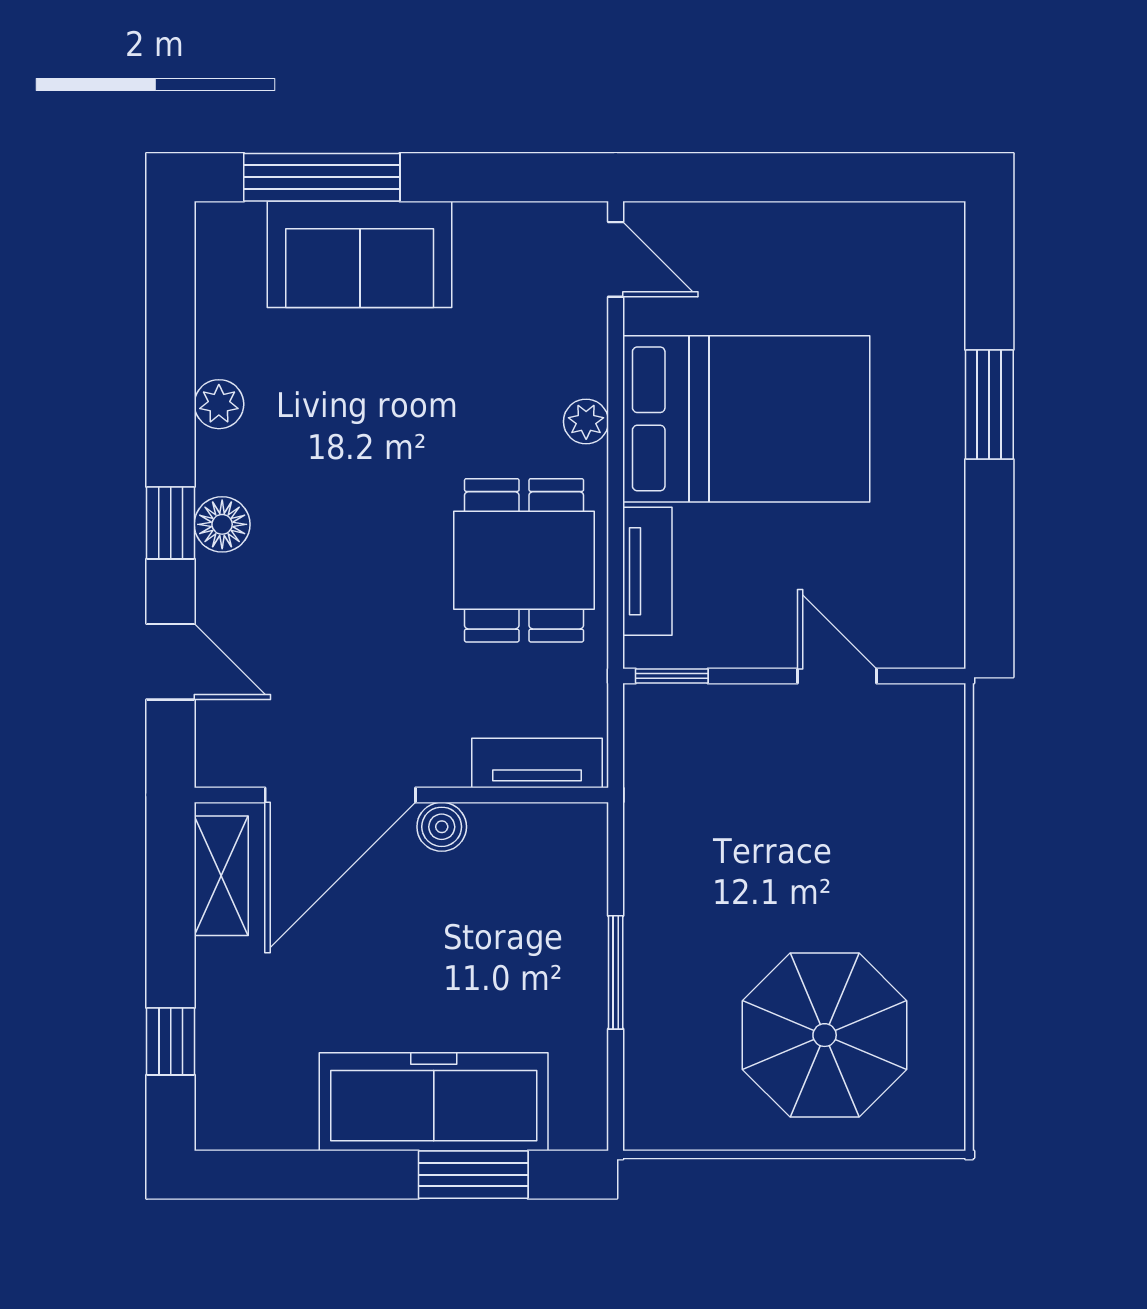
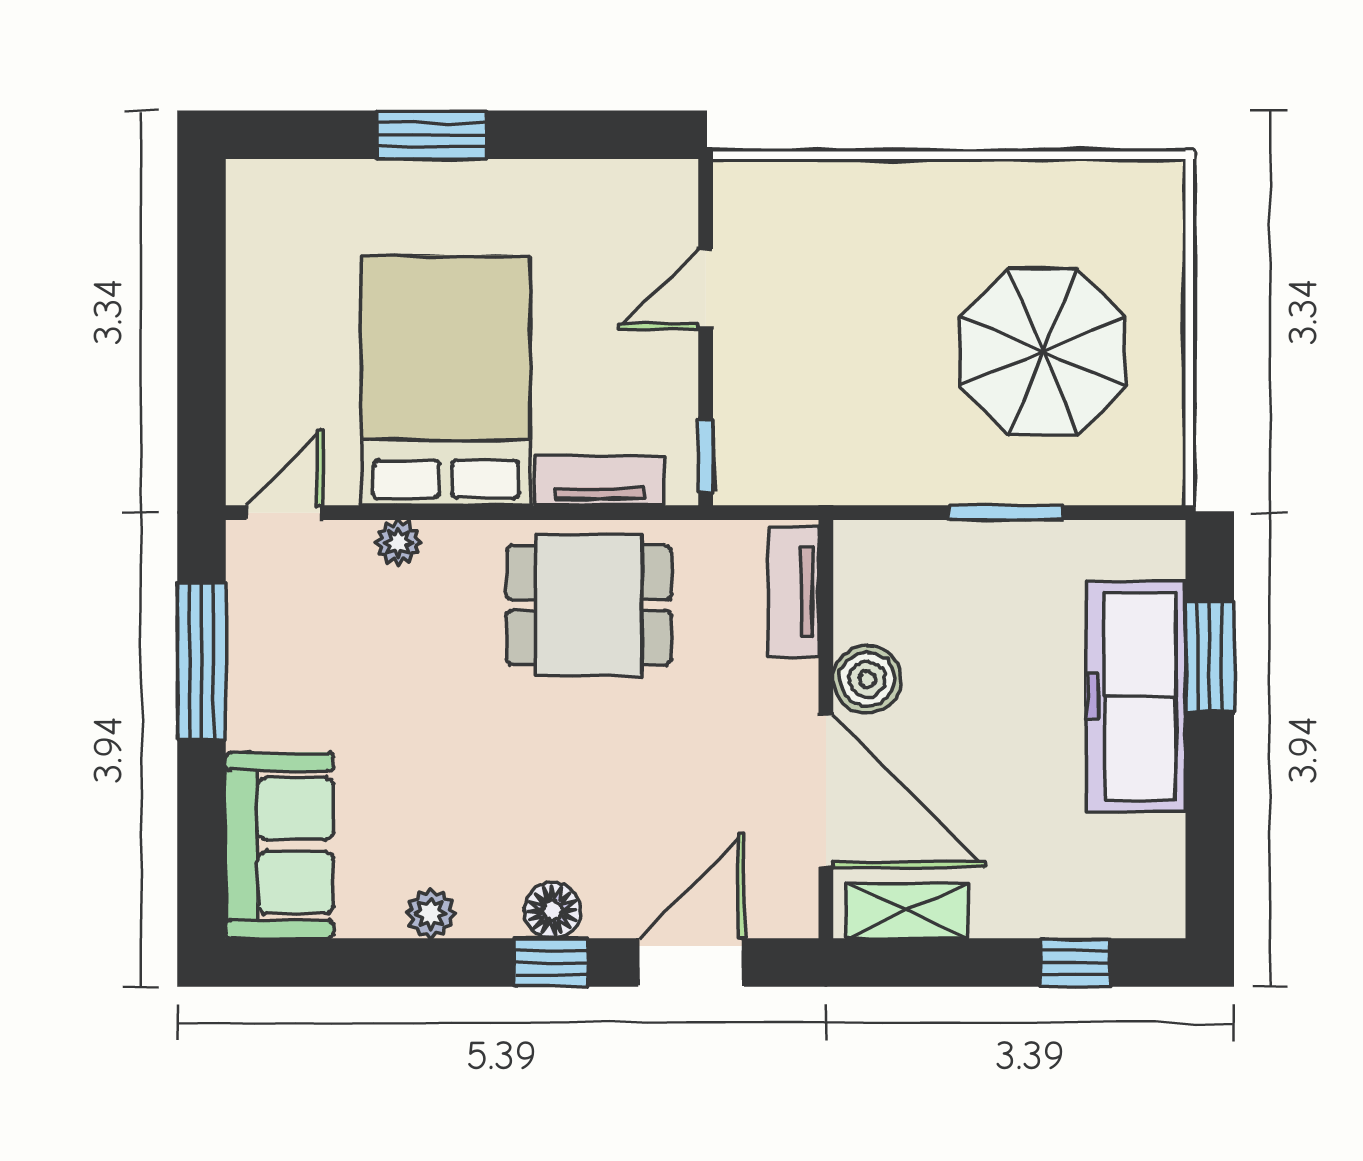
window: (322, 177) -> (201, 661), moved
sofa: (360, 254) -> (279, 845), moved
plant: (586, 422) -> (398, 542), moved
door: (171, 662) -> (691, 963), width x1.38
boiler: (442, 827) -> (867, 679), width x1.36, depth x1.36
parasol: (825, 1035) -> (1043, 351), moved

